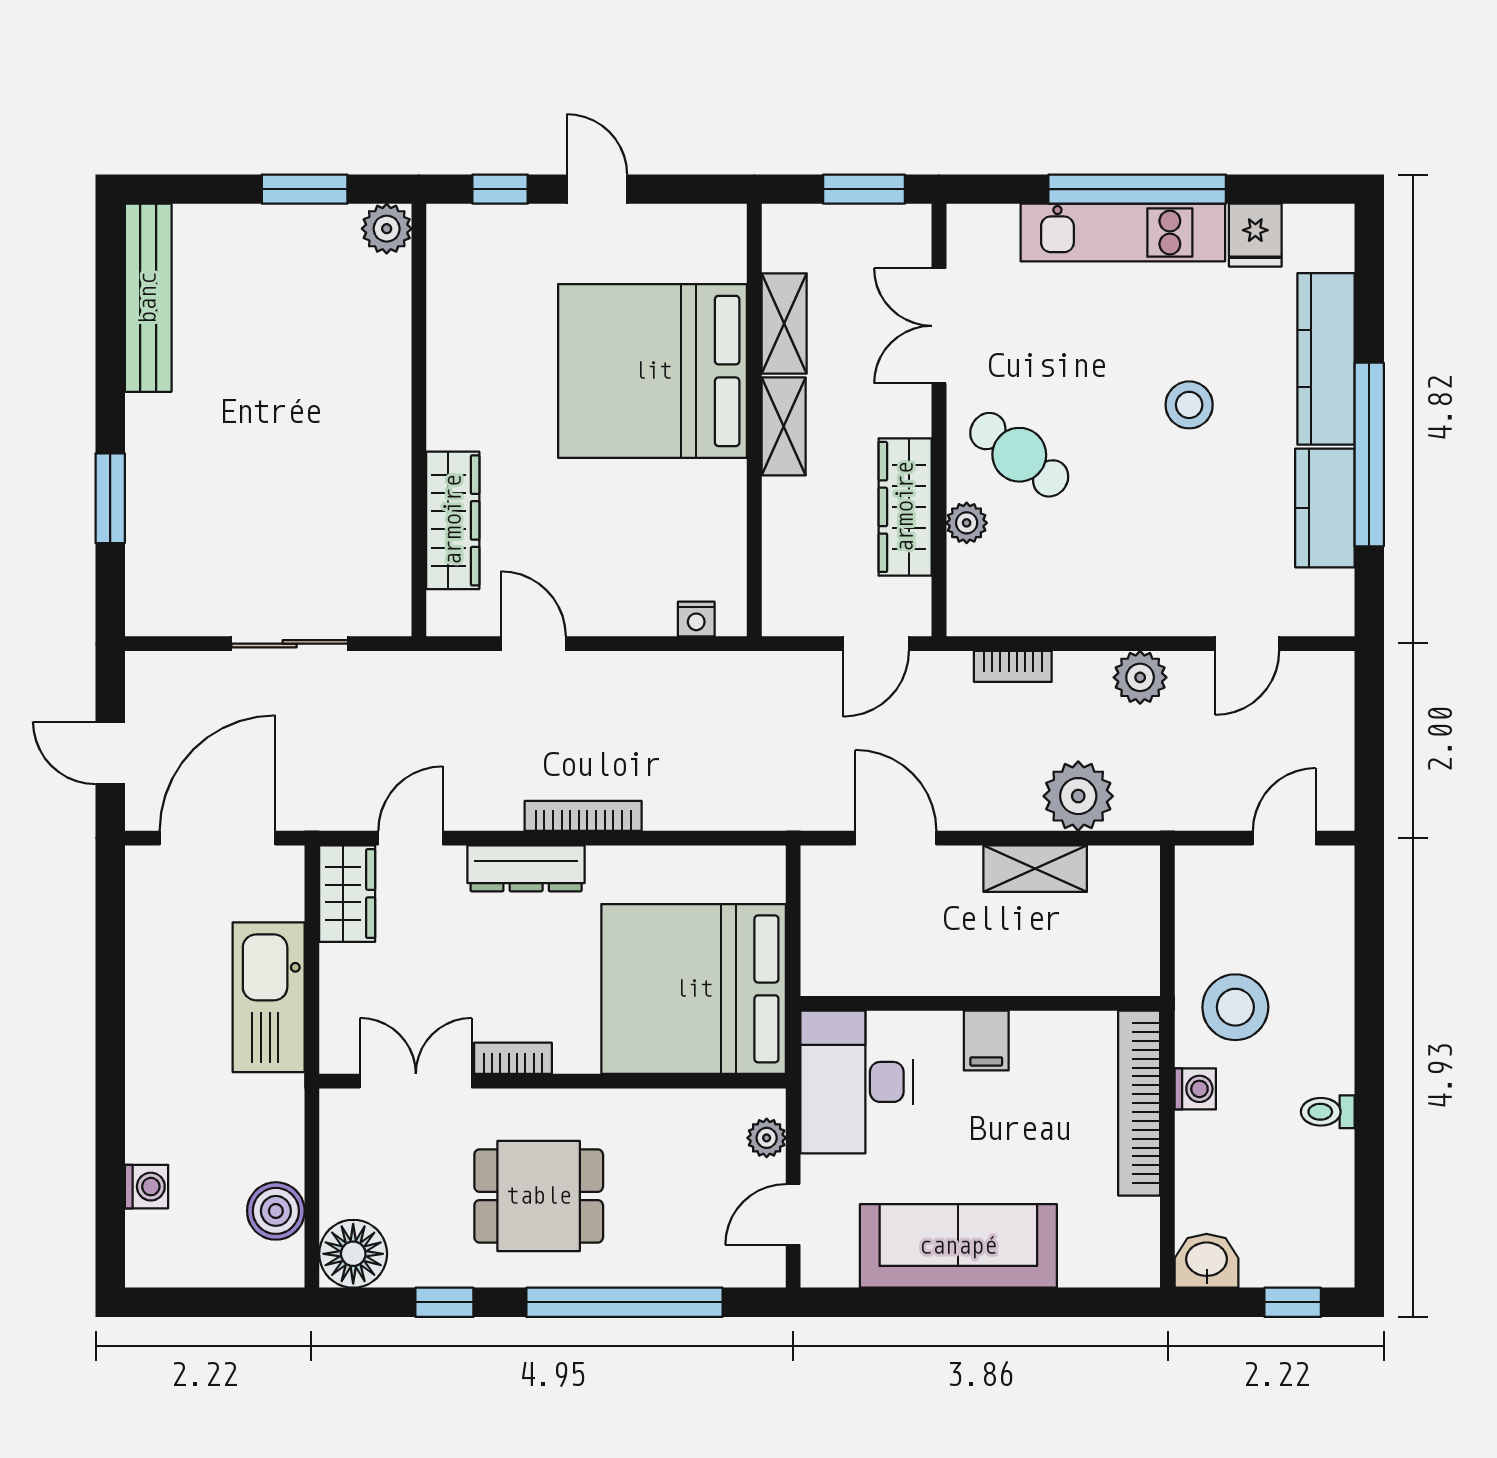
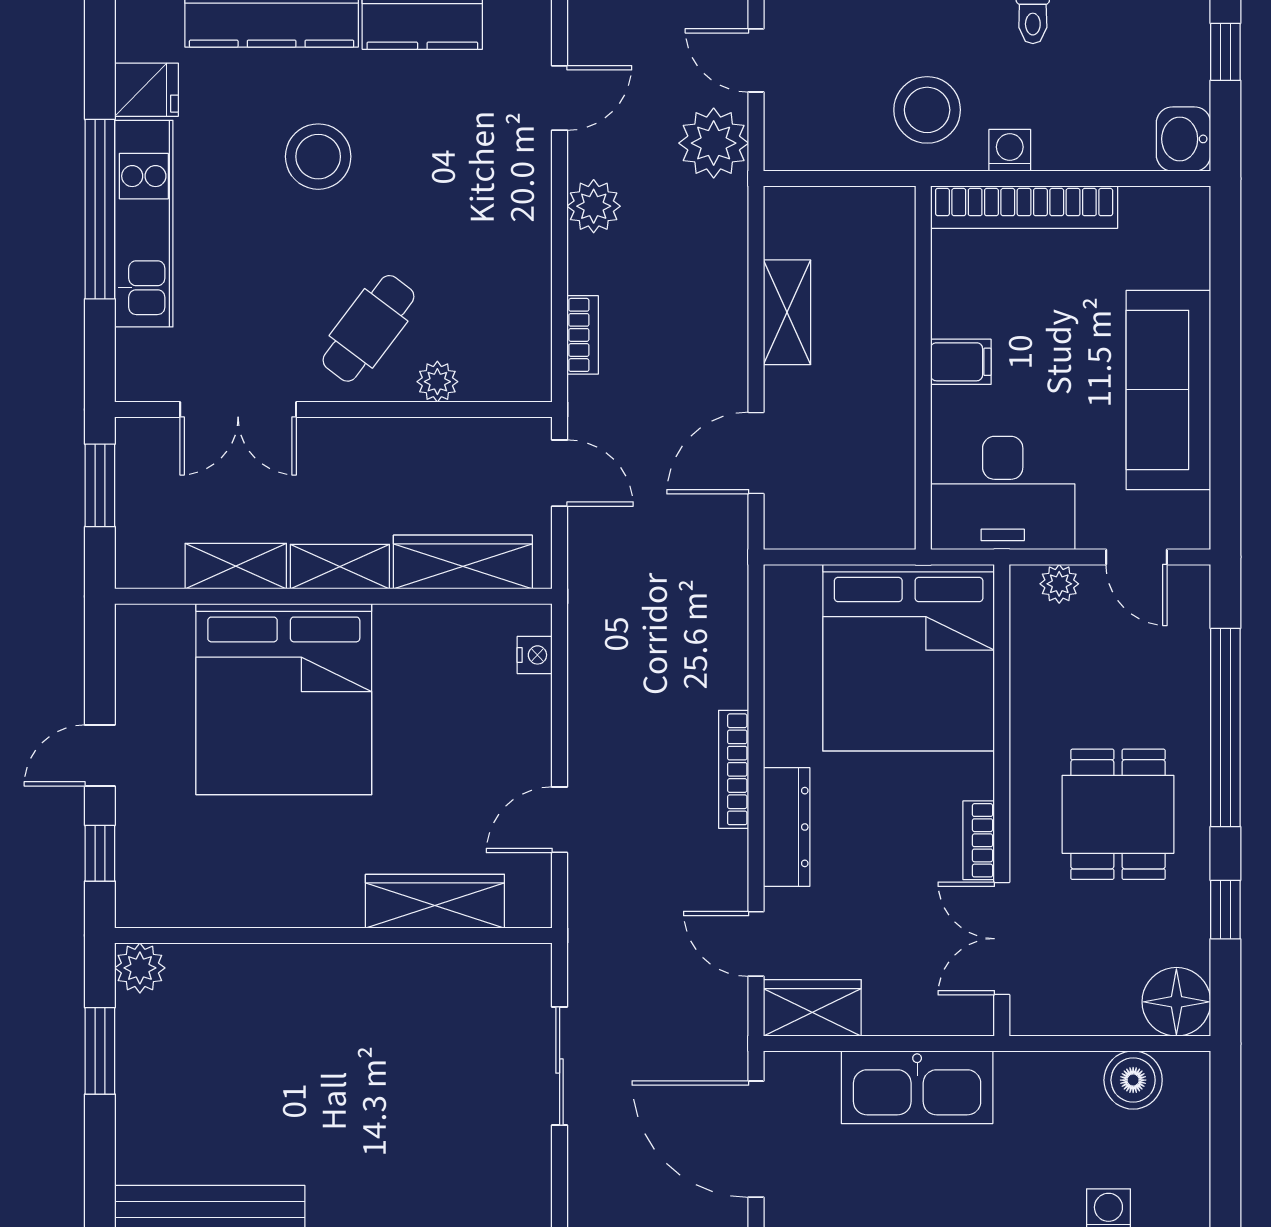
stool: (1189, 405) -> (318, 157), width x1.38, depth x1.38
wardrobe: (905, 507) -> (463, 562), moved, turned 180
door: (1247, 644) -> (560, 98), hinge flipped
plant: (1078, 796) -> (714, 143), moved

